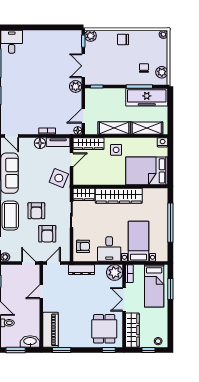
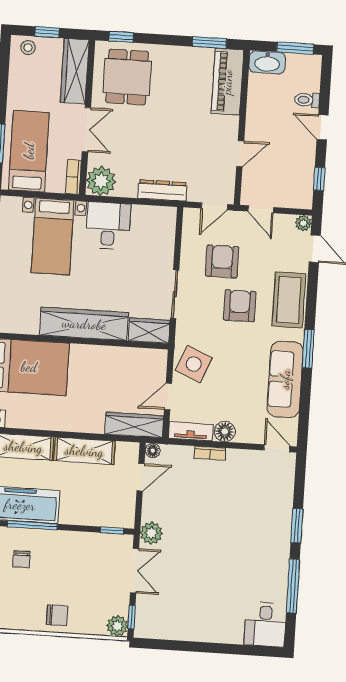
side table: (116, 150) -> (83, 410), removed
armchair: (83, 246) -> (157, 234), removed

